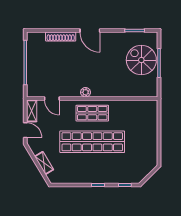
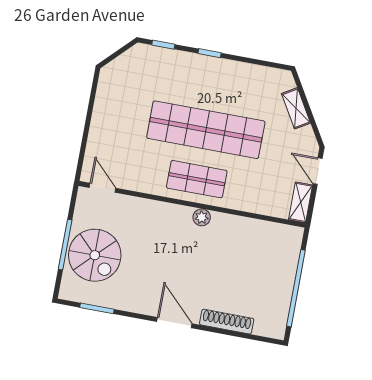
door: (52, 99) -> (102, 188), moved

